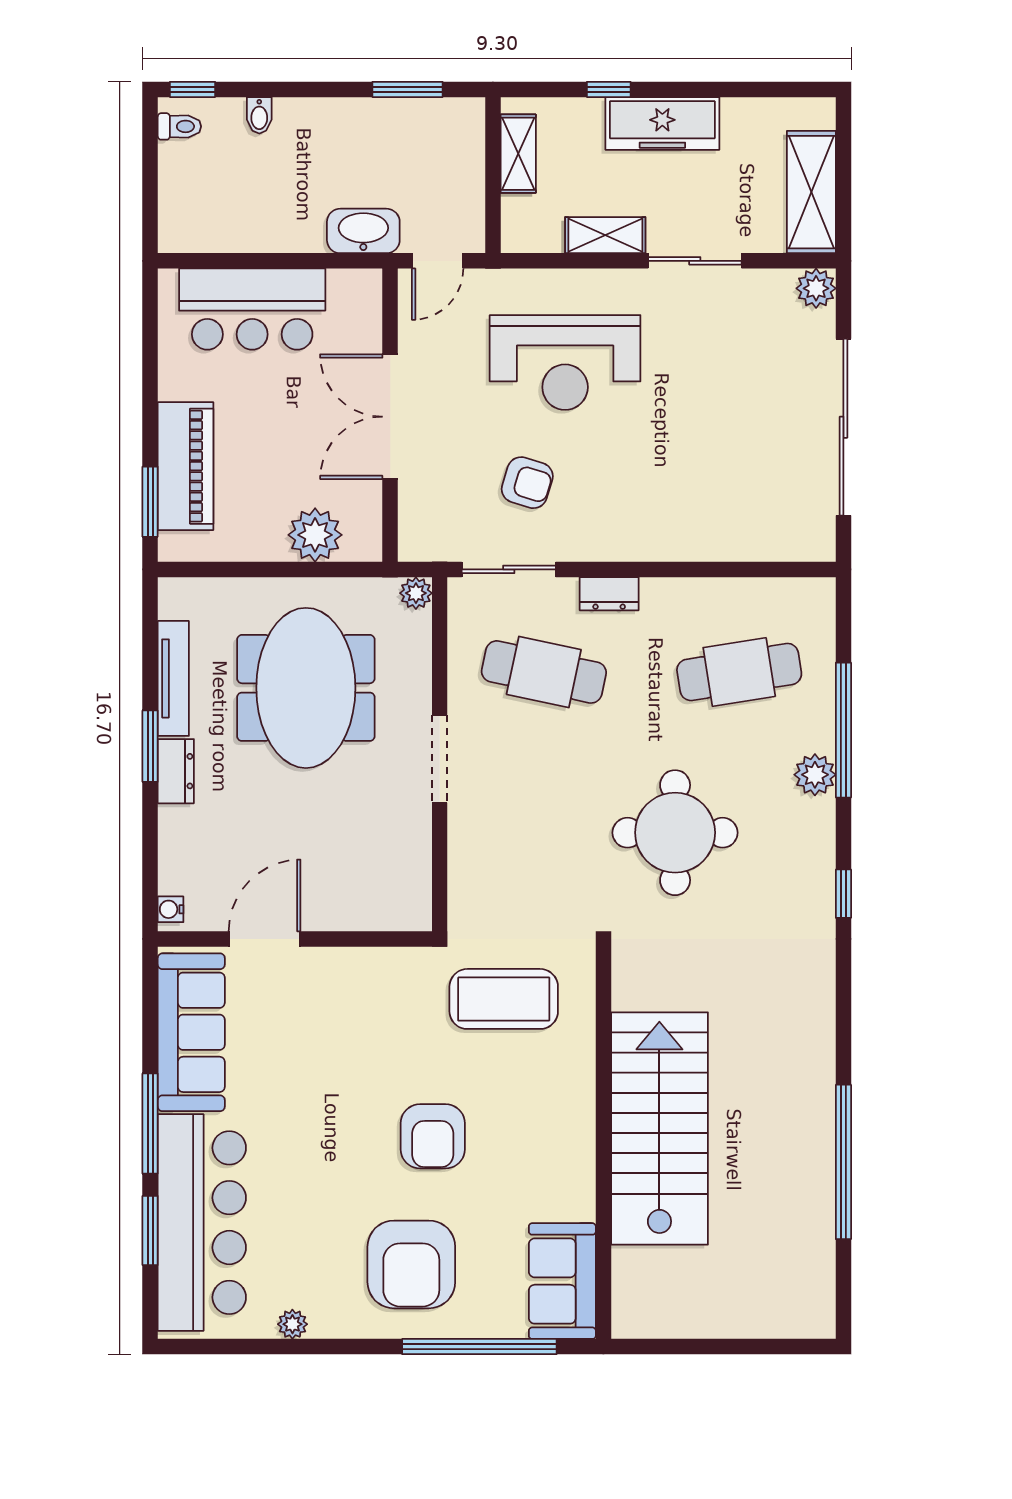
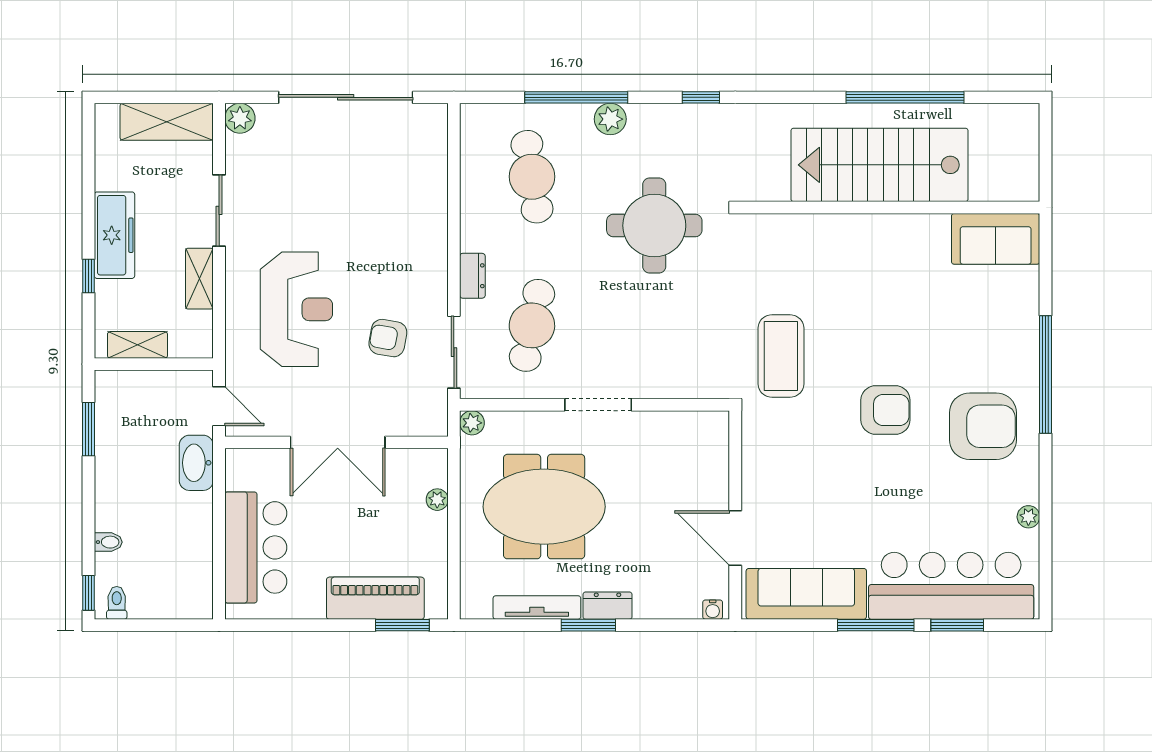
armchair: (527, 483) -> (388, 338), turned -97
plant: (315, 535) -> (437, 500), width x0.53, depth x0.53
stairs: (659, 1128) -> (879, 165), moved
wall: (603, 1143) -> (890, 208), moved
sofa: (562, 1281) -> (996, 239), moved

